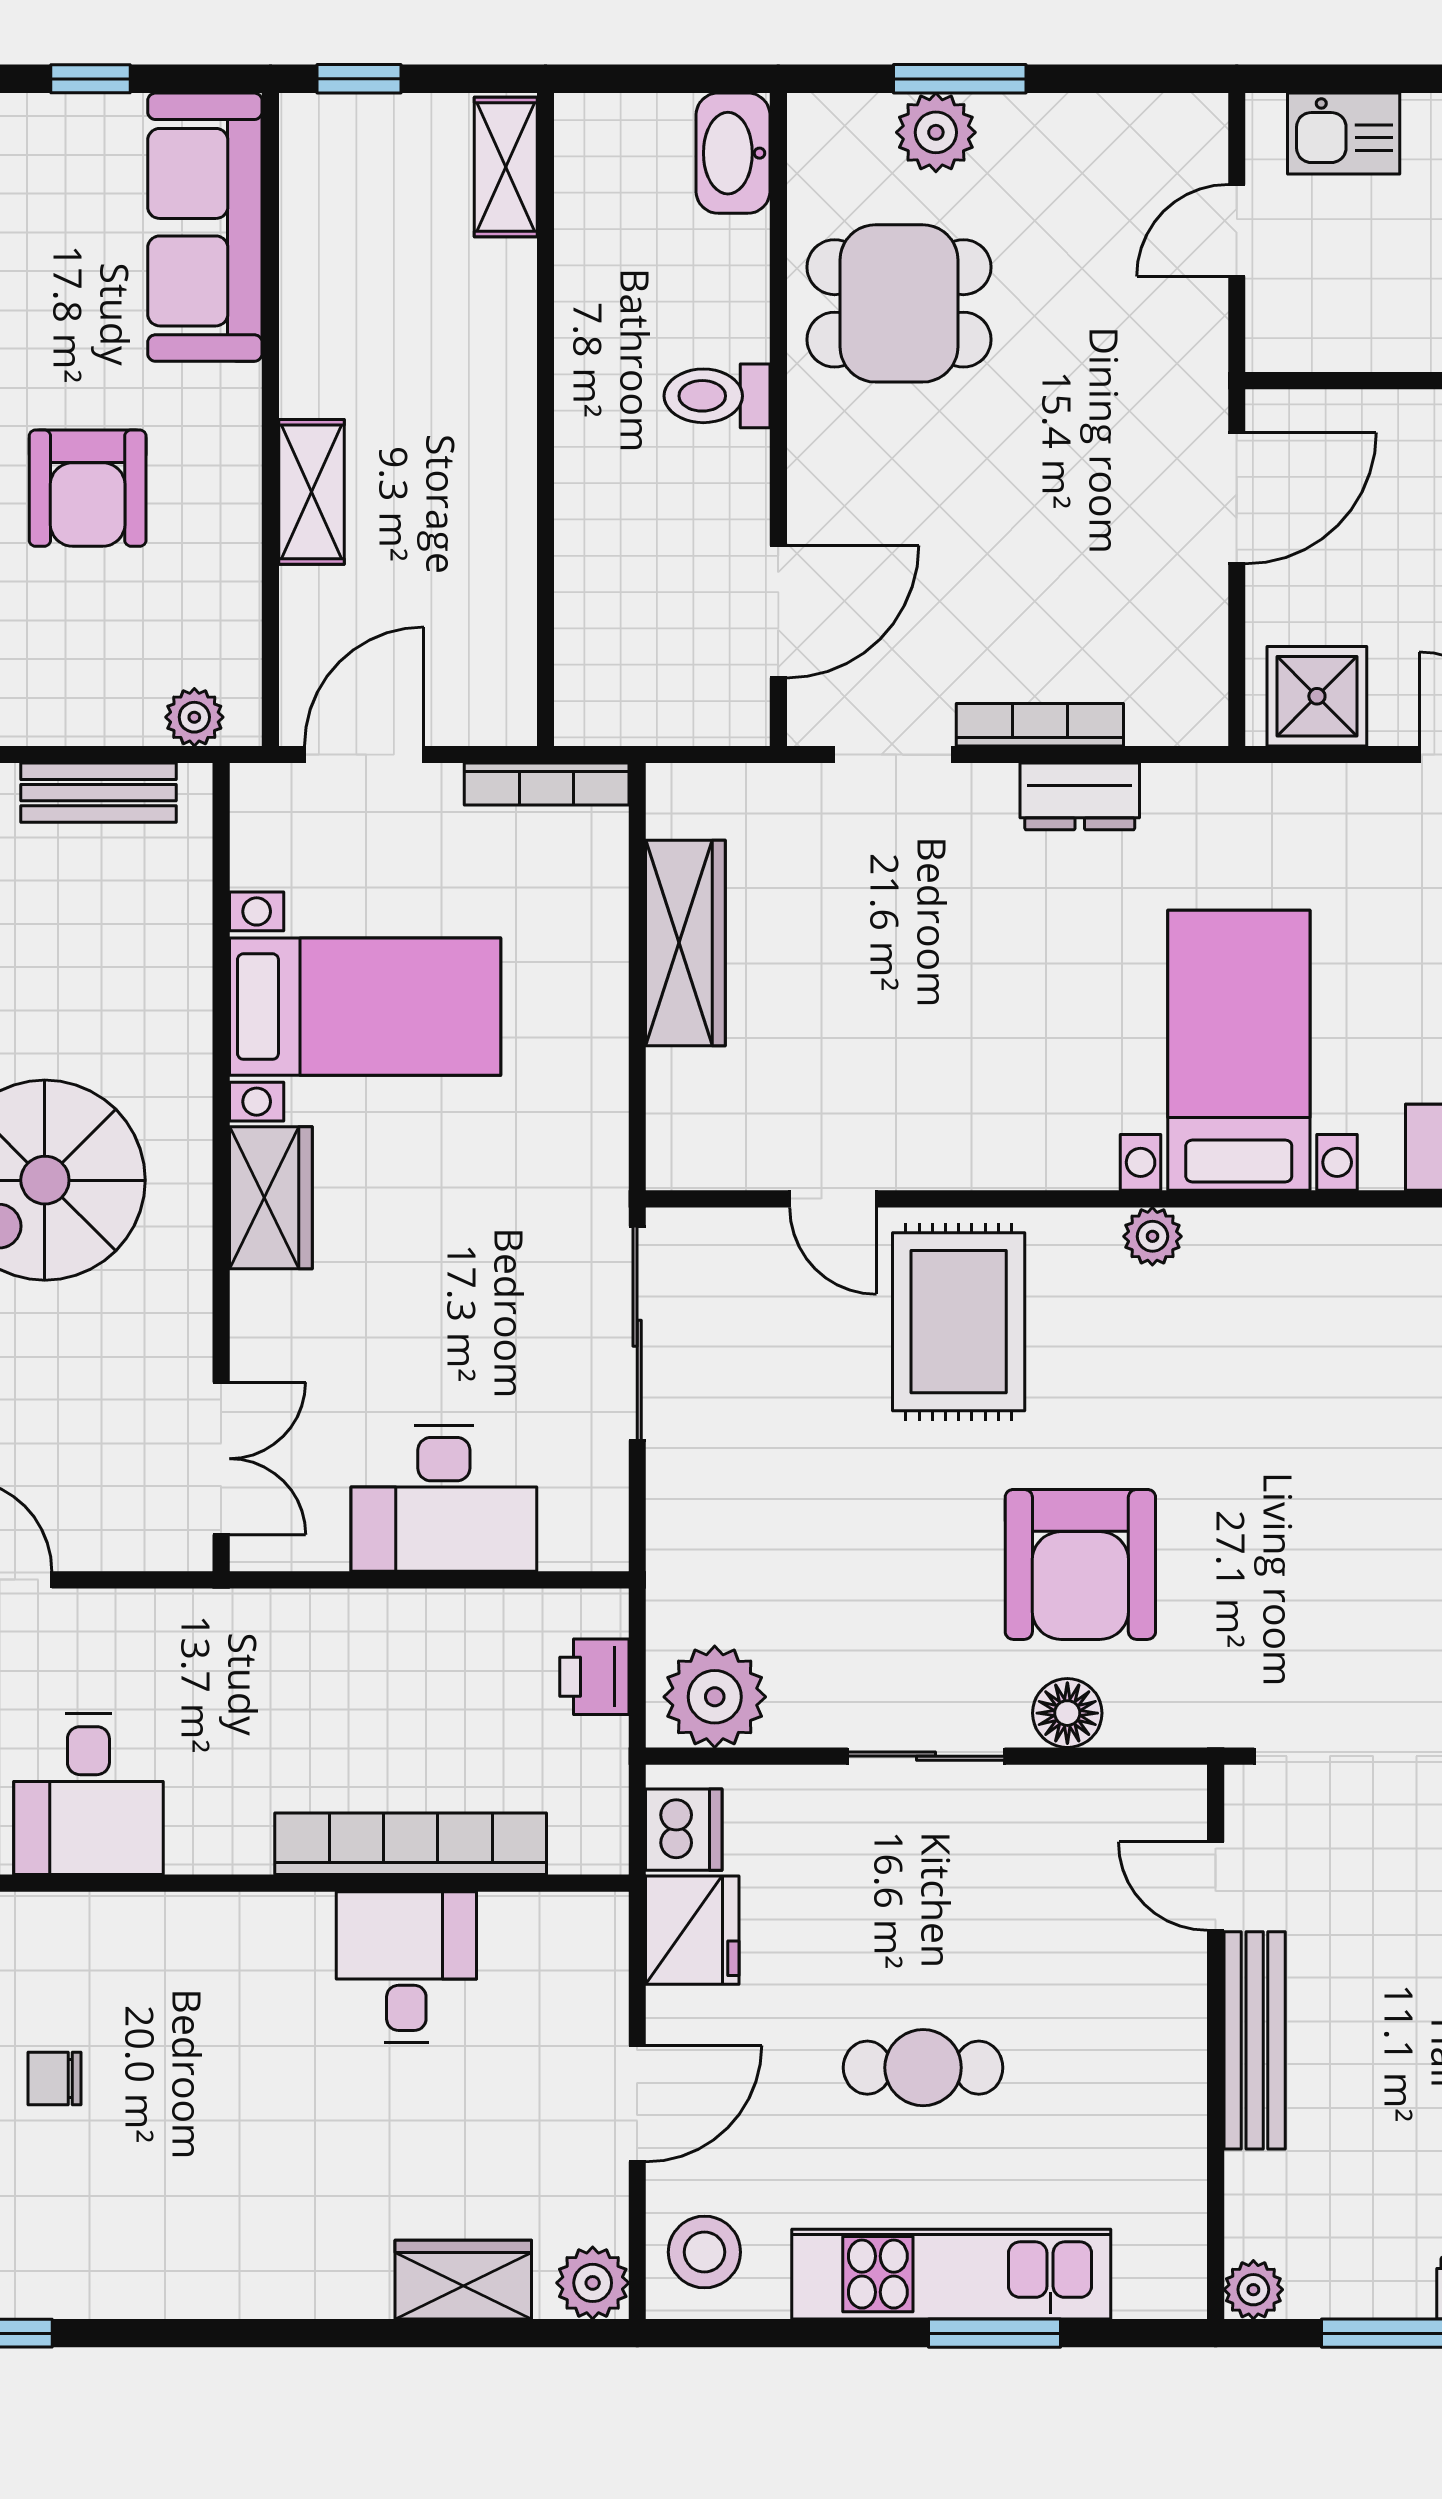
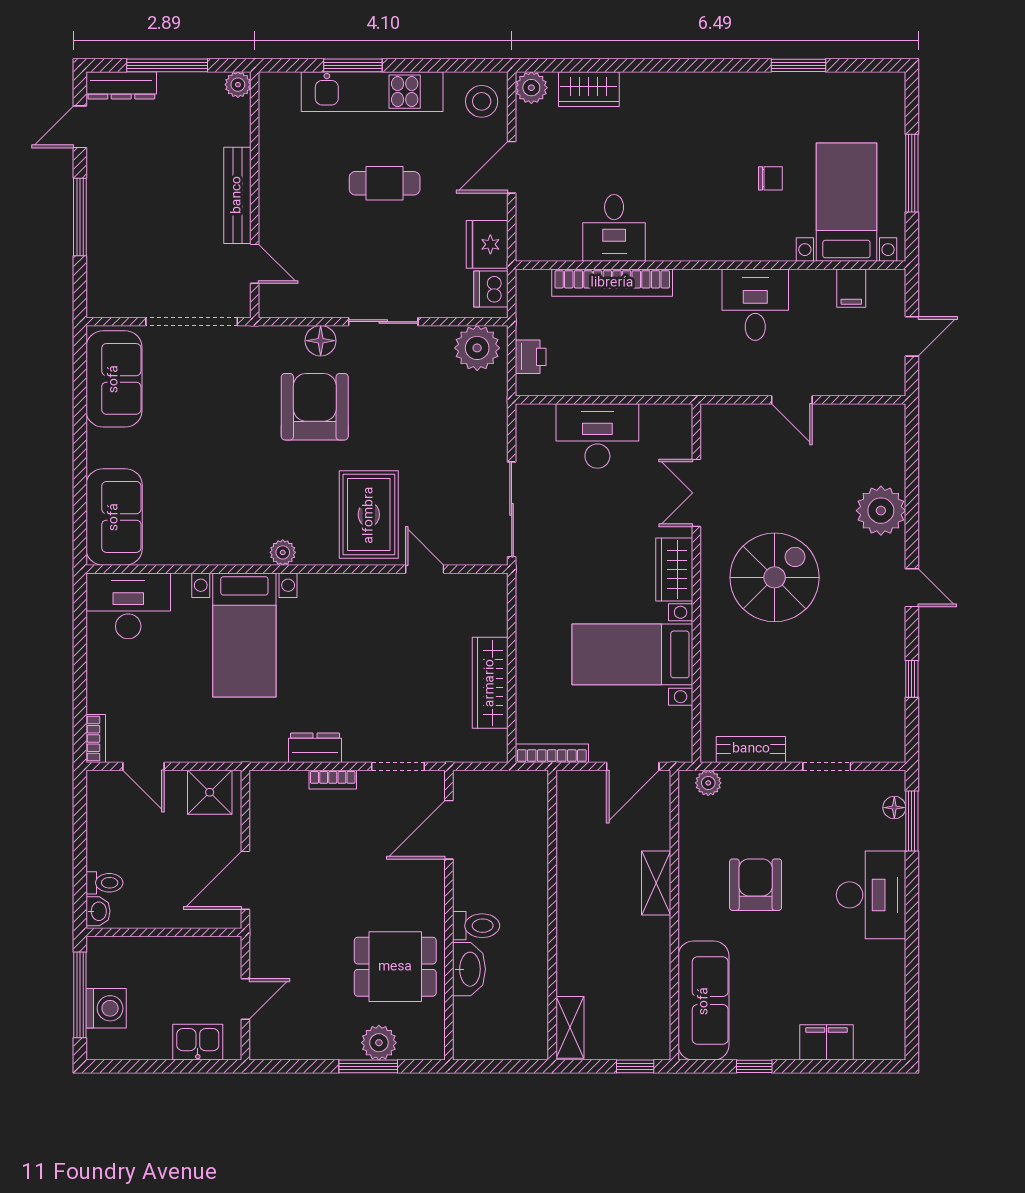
washbasin: (733, 153) -> (469, 969), moved
bookcase: (1040, 725) -> (333, 780), width x0.64
double door: (221, 1459) -> (696, 493), moved

